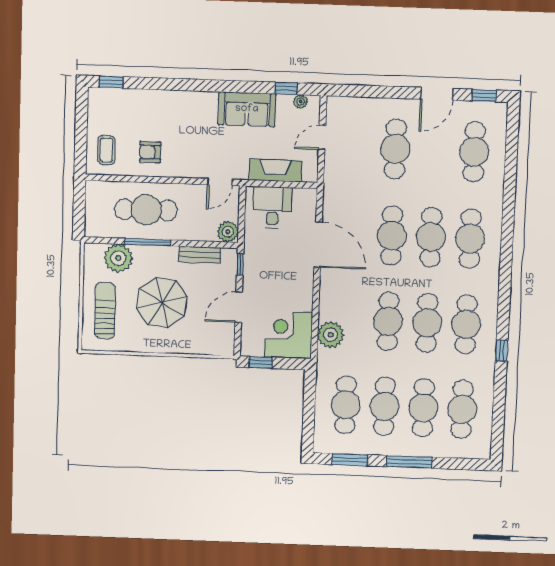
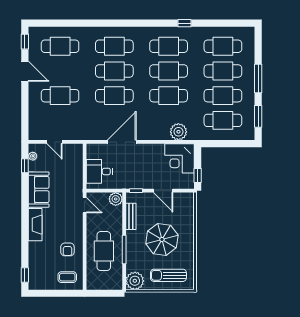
fireplace: (275, 171) -> (35, 225), moved, turned 180
plant: (118, 258) -> (135, 281), moved

